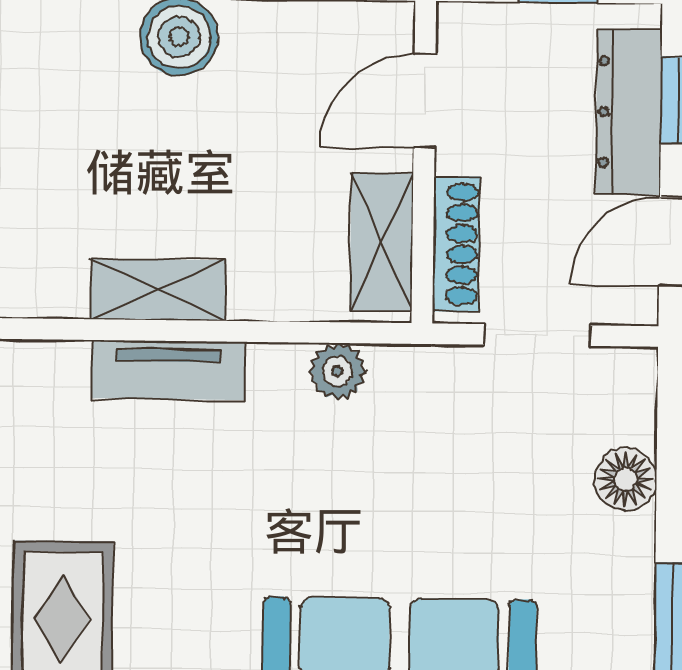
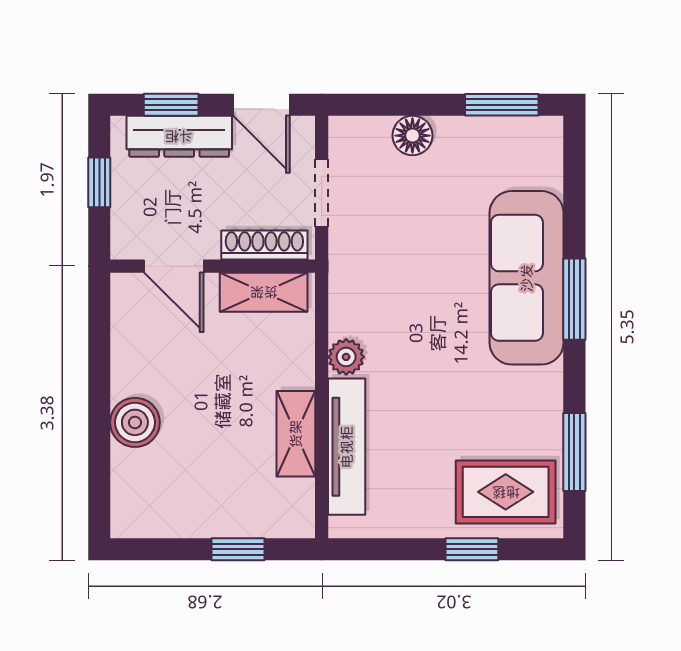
tv unit: (168, 370) -> (347, 447), width x1.41
plant: (337, 371) -> (346, 357), moved

